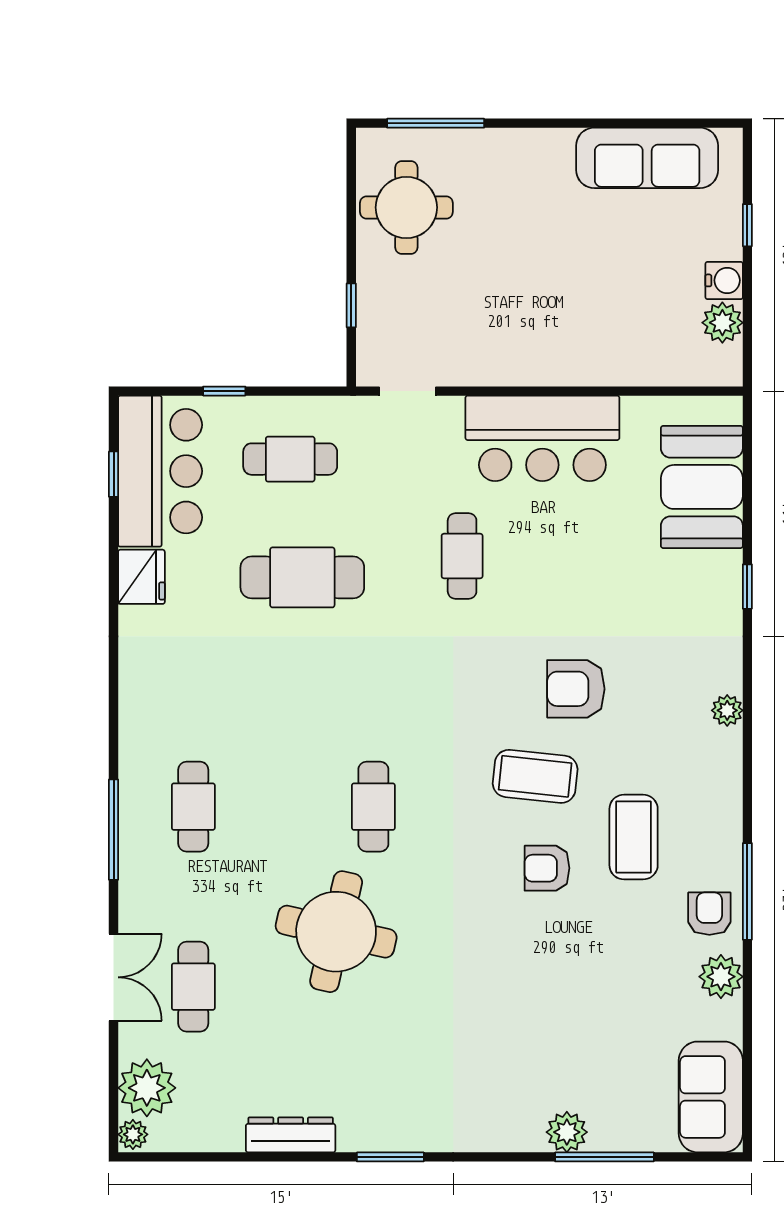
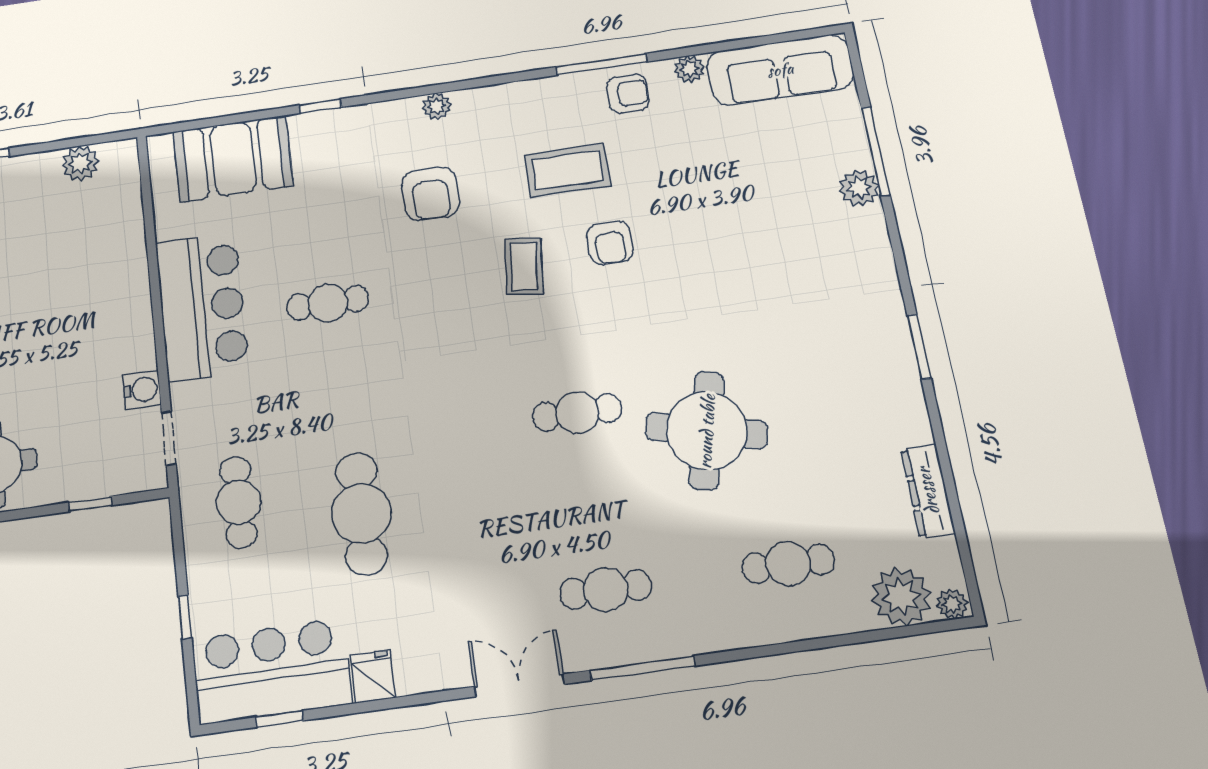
water cooler: (724, 280) -> (142, 390), moved, turned 90
cafe table: (290, 459) -> (238, 502), moved
cafe table: (462, 556) -> (328, 303), moved
fridge: (141, 577) -> (373, 676), width x0.72
armchair: (576, 689) -> (431, 194), moved
coffee table: (535, 776) -> (524, 266), width x0.73, depth x0.77
armchair: (709, 914) -> (628, 94), turned 180
double door: (114, 977) -> (519, 685), moved
plant: (721, 977) -> (689, 69), width x0.73, depth x0.73
sofa: (711, 1097) -> (780, 70), width x1.36
dresser: (291, 1135) -> (928, 491), moved

